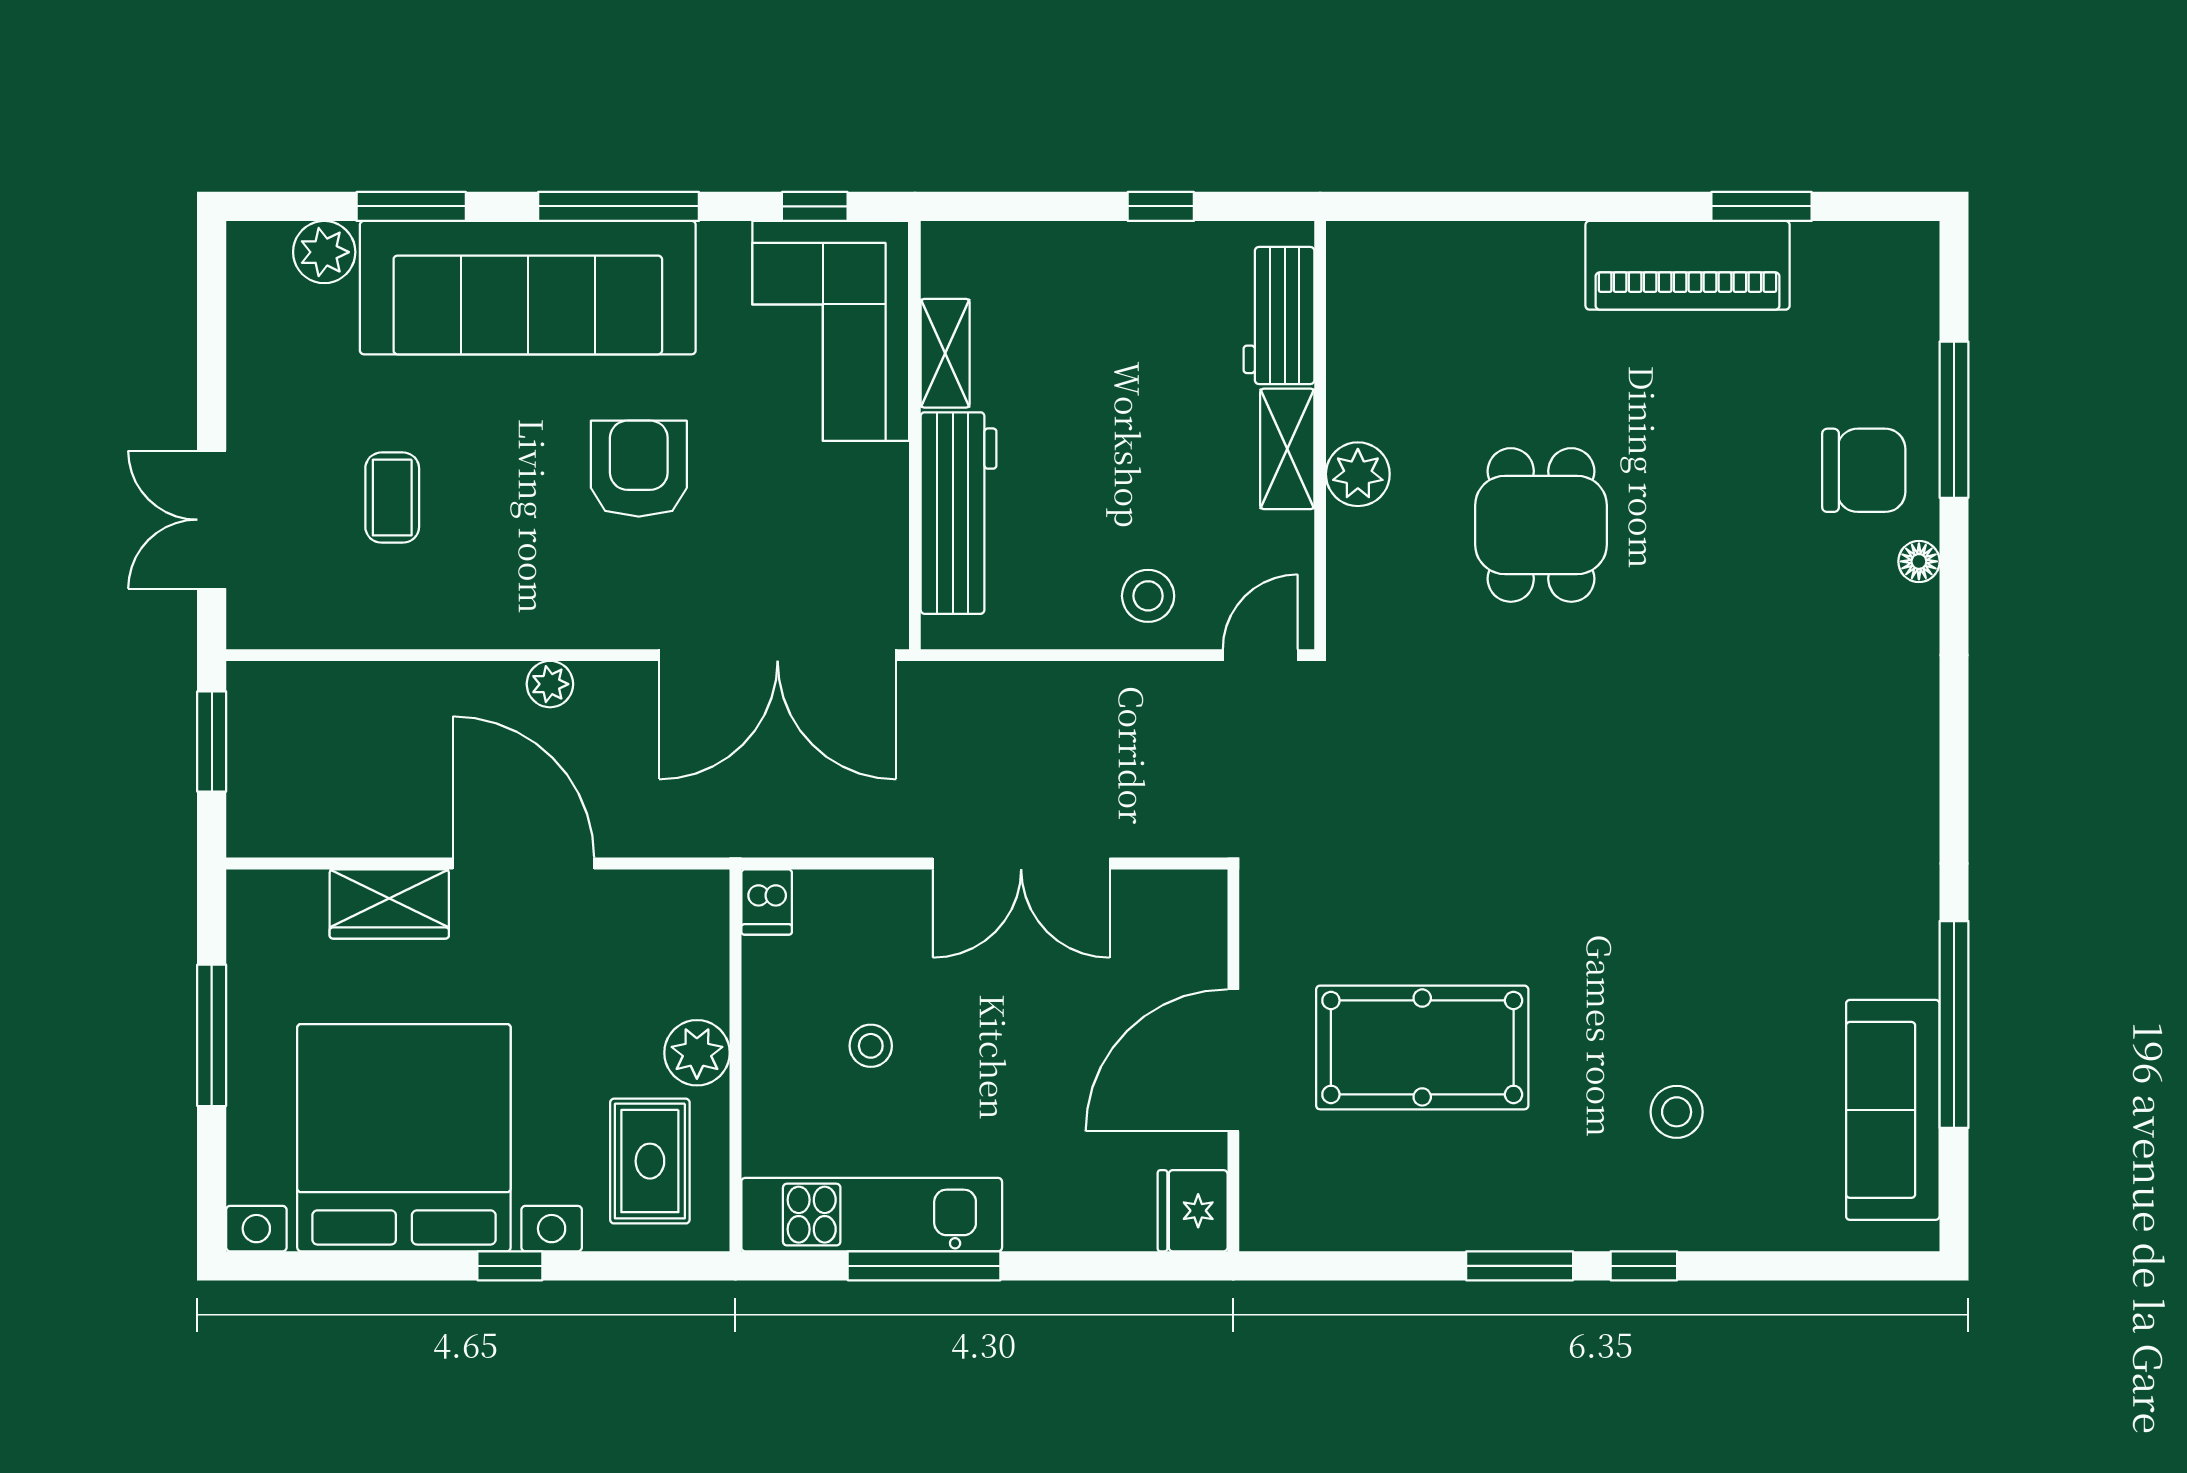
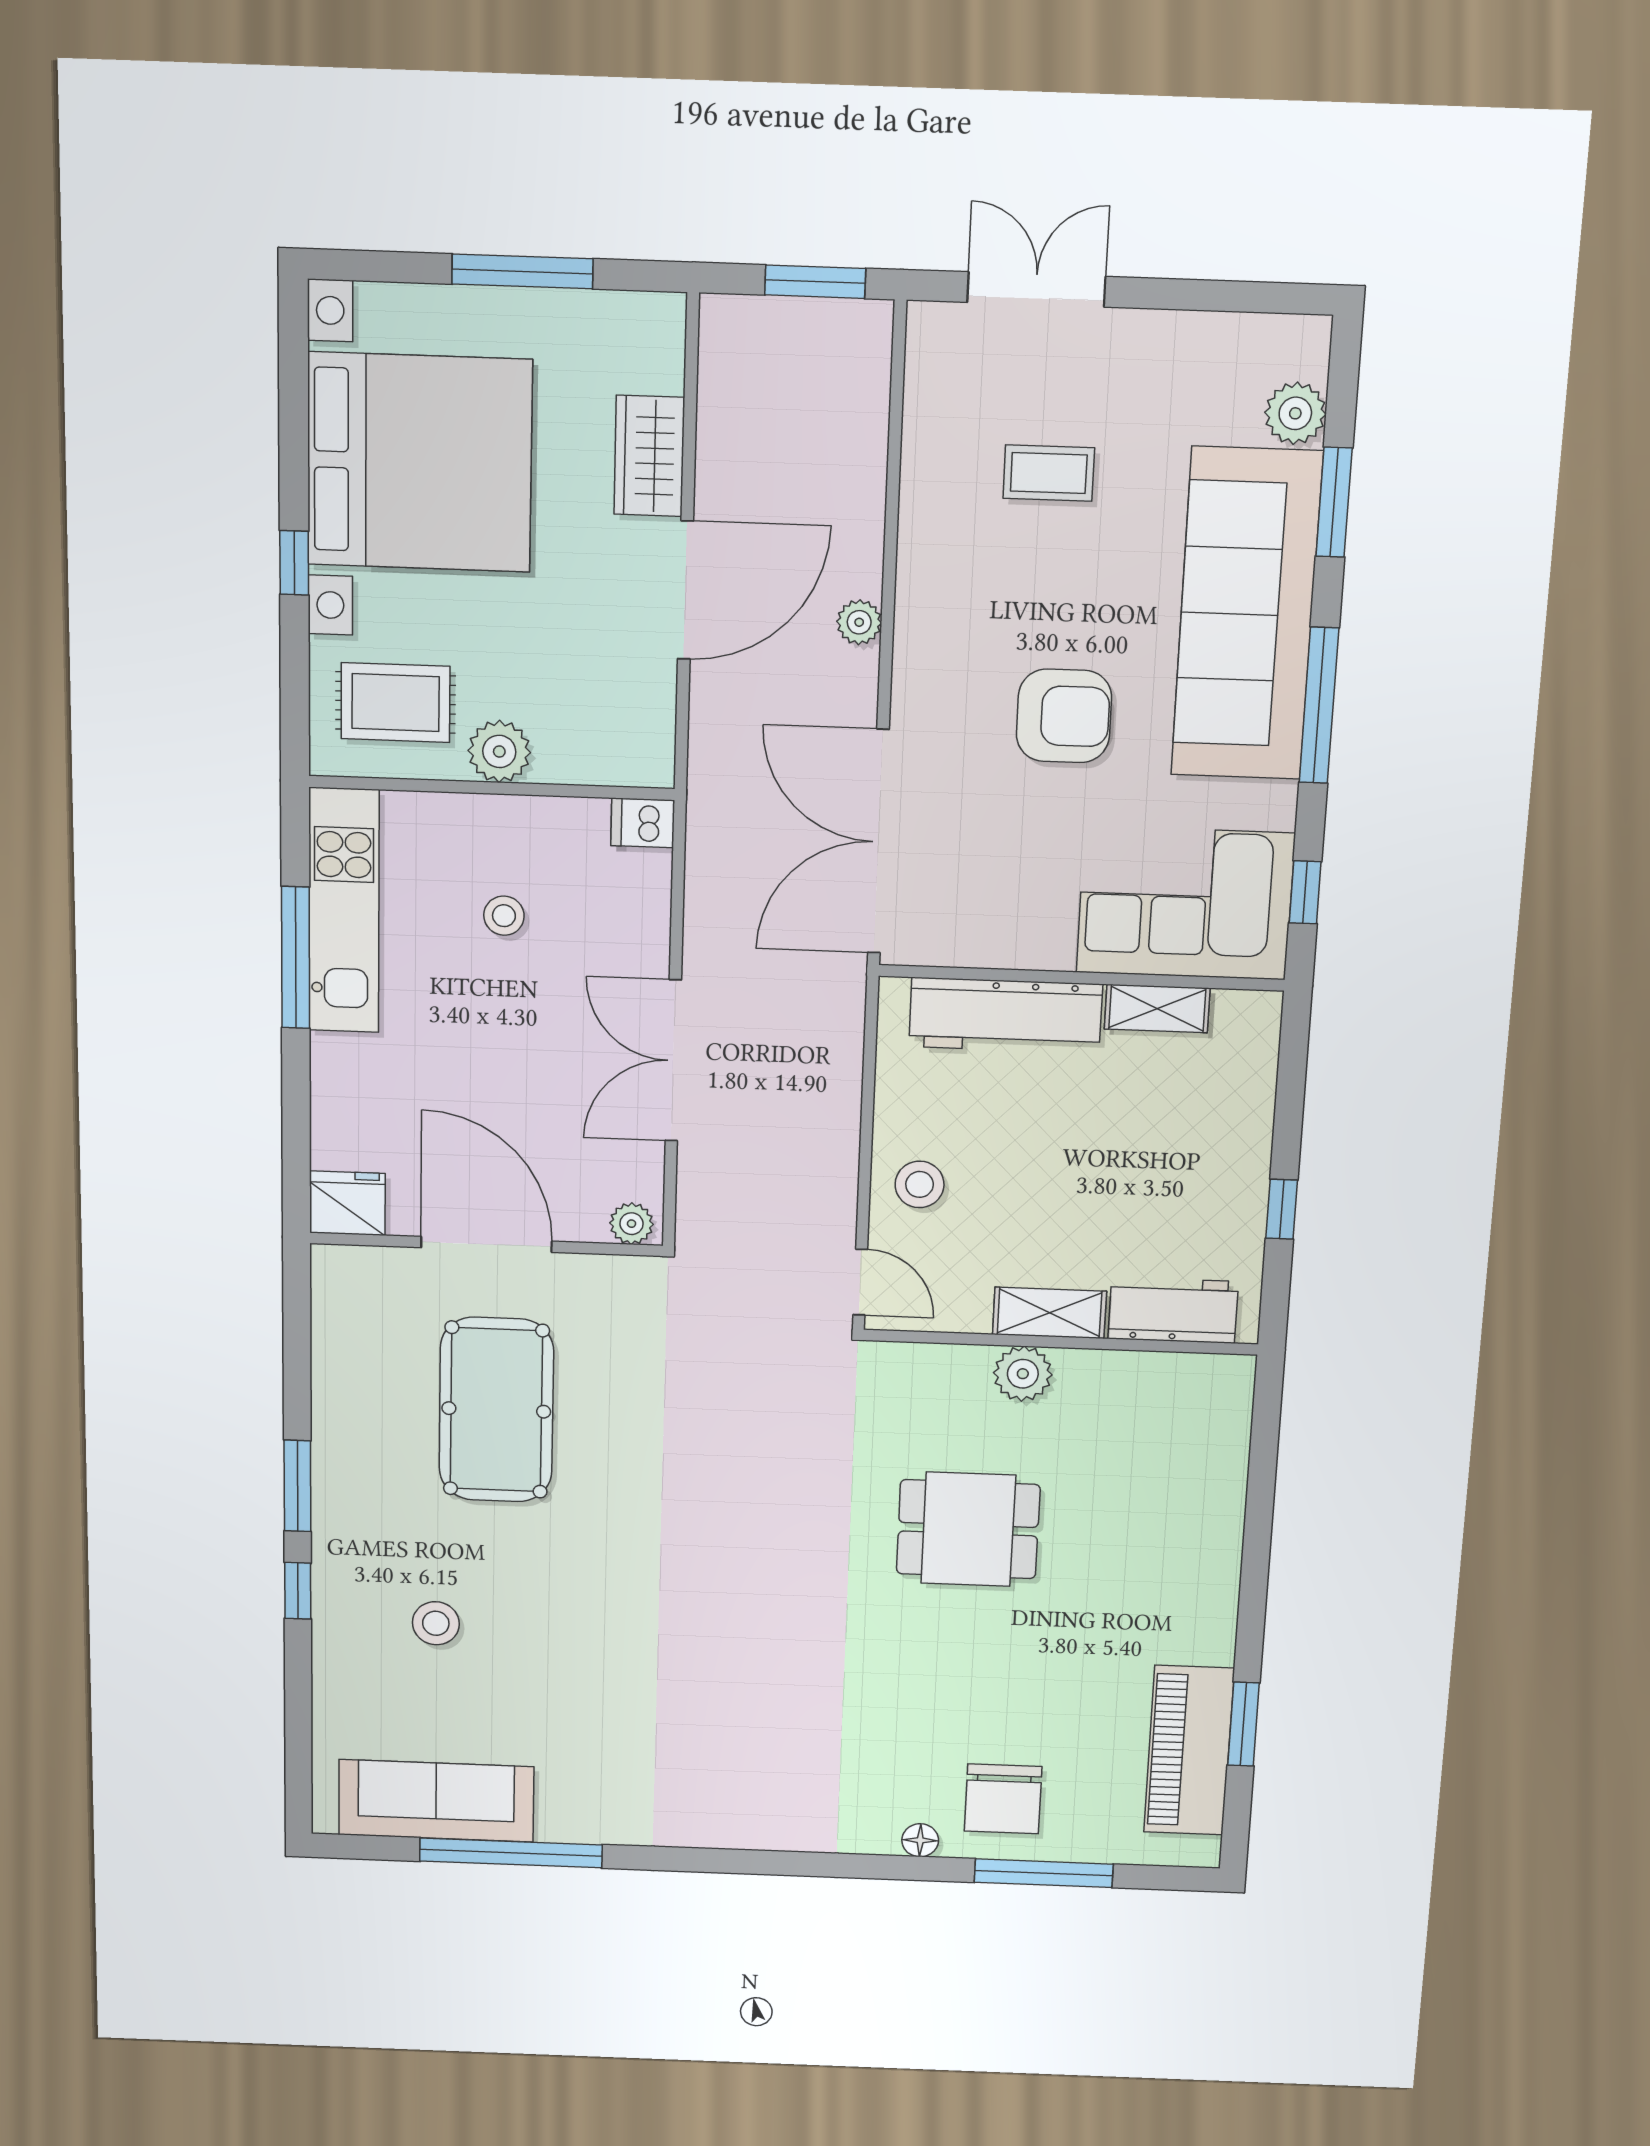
piano: (1688, 265) -> (1189, 1750), moved
plant: (1204, 904) -> (632, 1224), added

